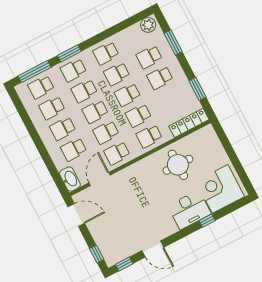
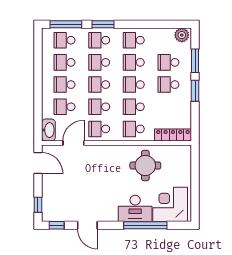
window: (197, 89) -> (195, 91), moved
window: (207, 221) -> (145, 225), width x3.17

